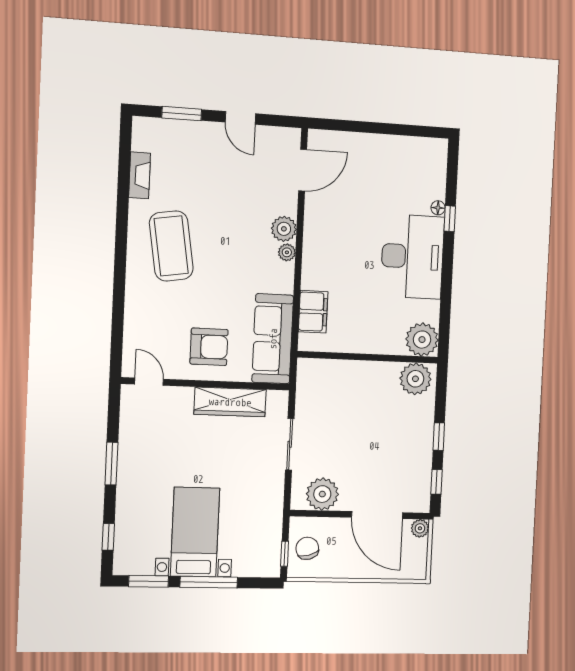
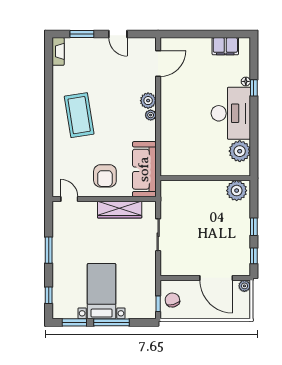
fireplace: (140, 175) -> (58, 51), moved
filing cabinet: (313, 312) -> (225, 46), moved, turned 90
plant: (422, 340) -> (240, 151), moved
armchair: (209, 347) -> (105, 176), turned 90
plant: (322, 494) -> (180, 266), removed

